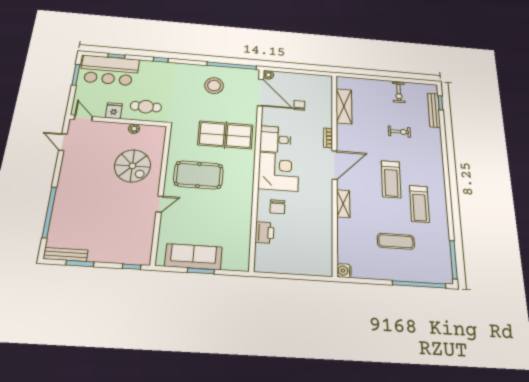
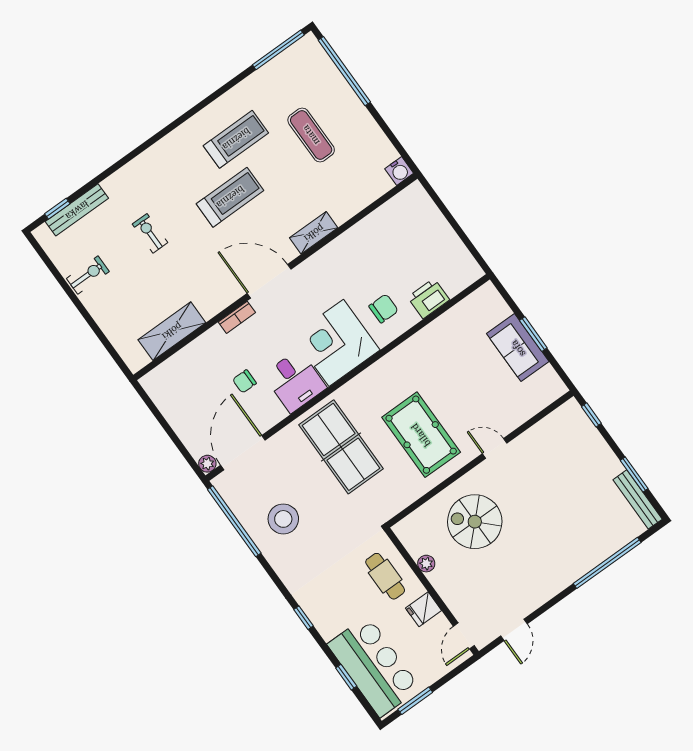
chair: (299, 105) -> (244, 381), moved
spiral stairs: (133, 166) -> (475, 522), turned -90
sofa: (193, 257) -> (518, 348), width x0.73

